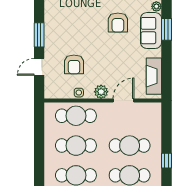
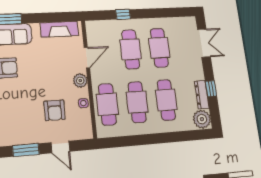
armchair: (74, 64) -> (55, 110), turned 90
door: (124, 101) -> (87, 58), swing flipped
window: (166, 161) -> (123, 14), moved

